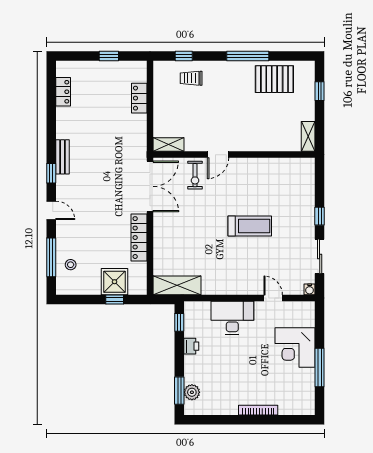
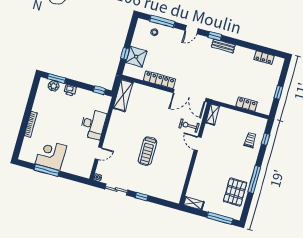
window: (320, 91) -> (220, 218), width x2.17
printer: (191, 346) -> (70, 90), moved
corner desk: (295, 348) -> (51, 155), moved

